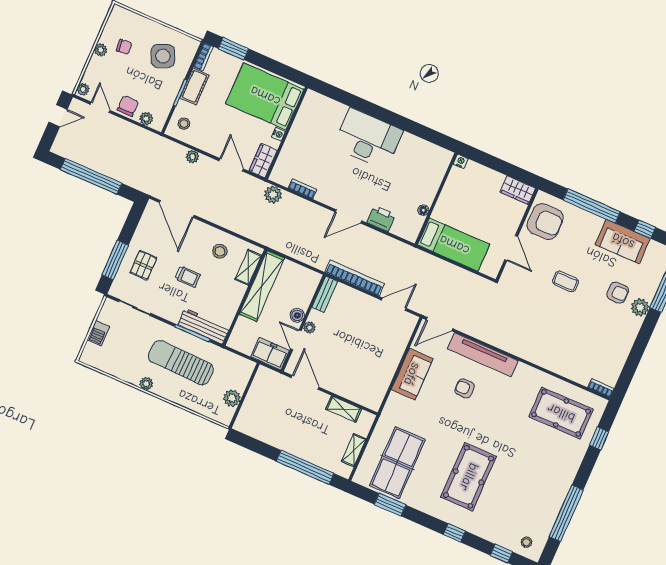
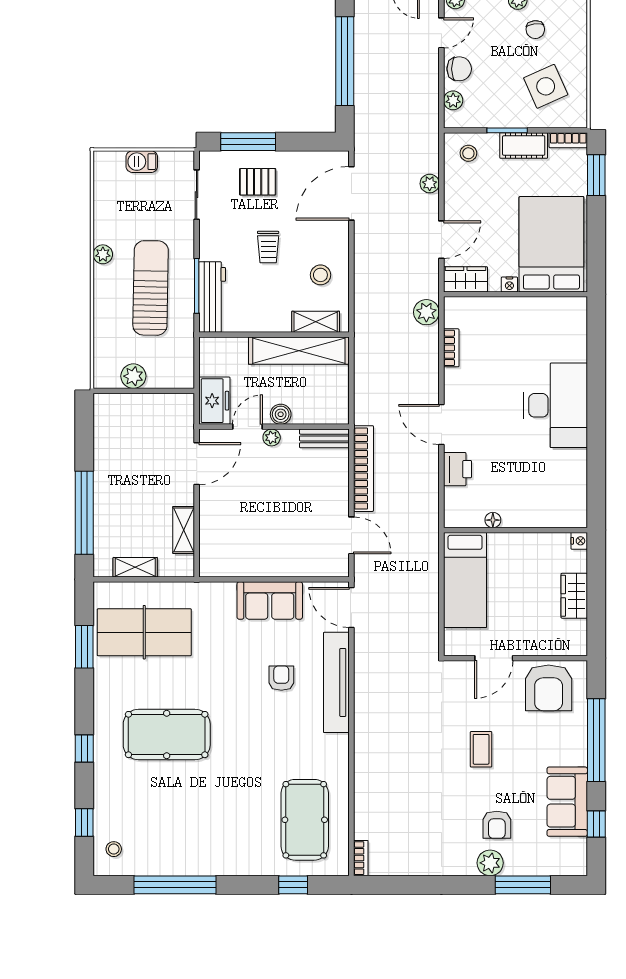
wardrobe: (518, 190) -> (574, 596), moved

